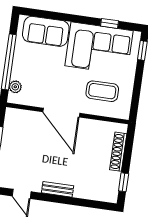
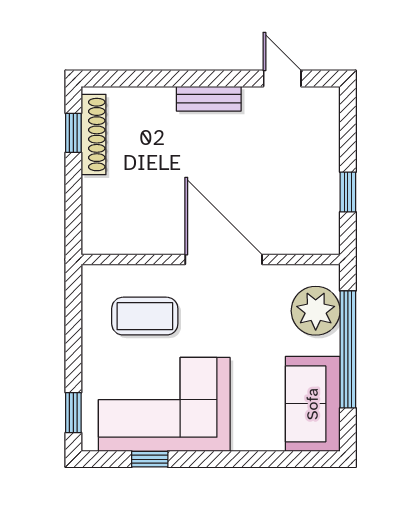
sofa: (46, 31) -> (313, 404), moved, turned -90
plant: (15, 87) -> (316, 311), width x1.87, depth x1.87
shoe rack: (118, 152) -> (94, 135), moved

